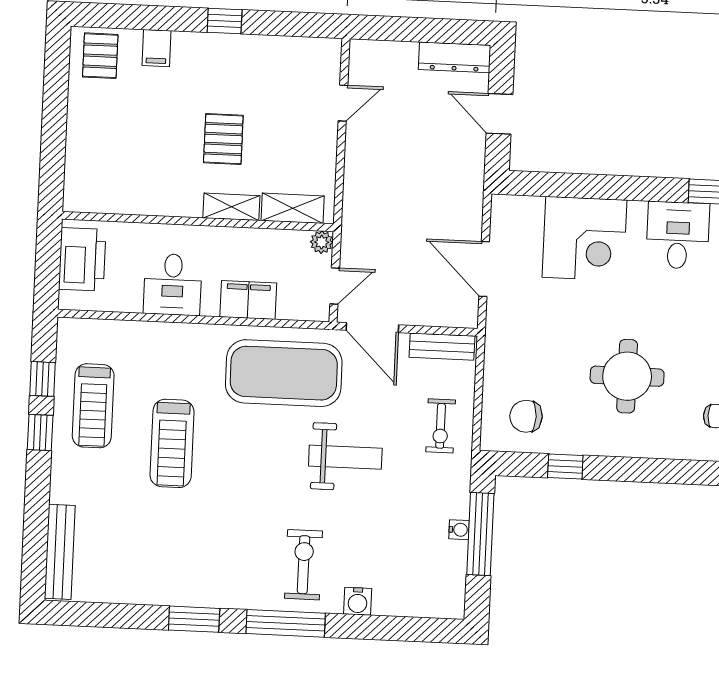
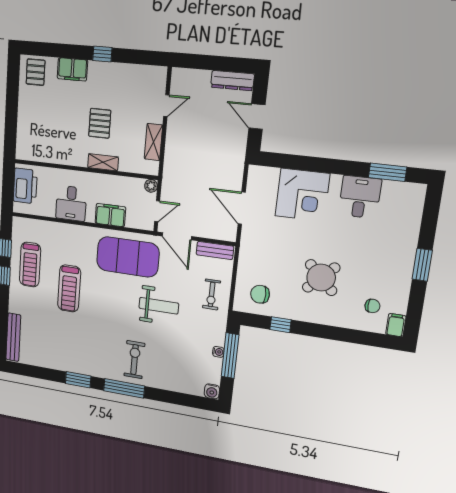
filing cabinet: (156, 48) -> (72, 69), width x2.00
shelving: (293, 208) -> (153, 142), moved, turned 90
round table: (627, 376) -> (321, 278), turned 45
water cooler: (358, 601) -> (212, 391), moved

